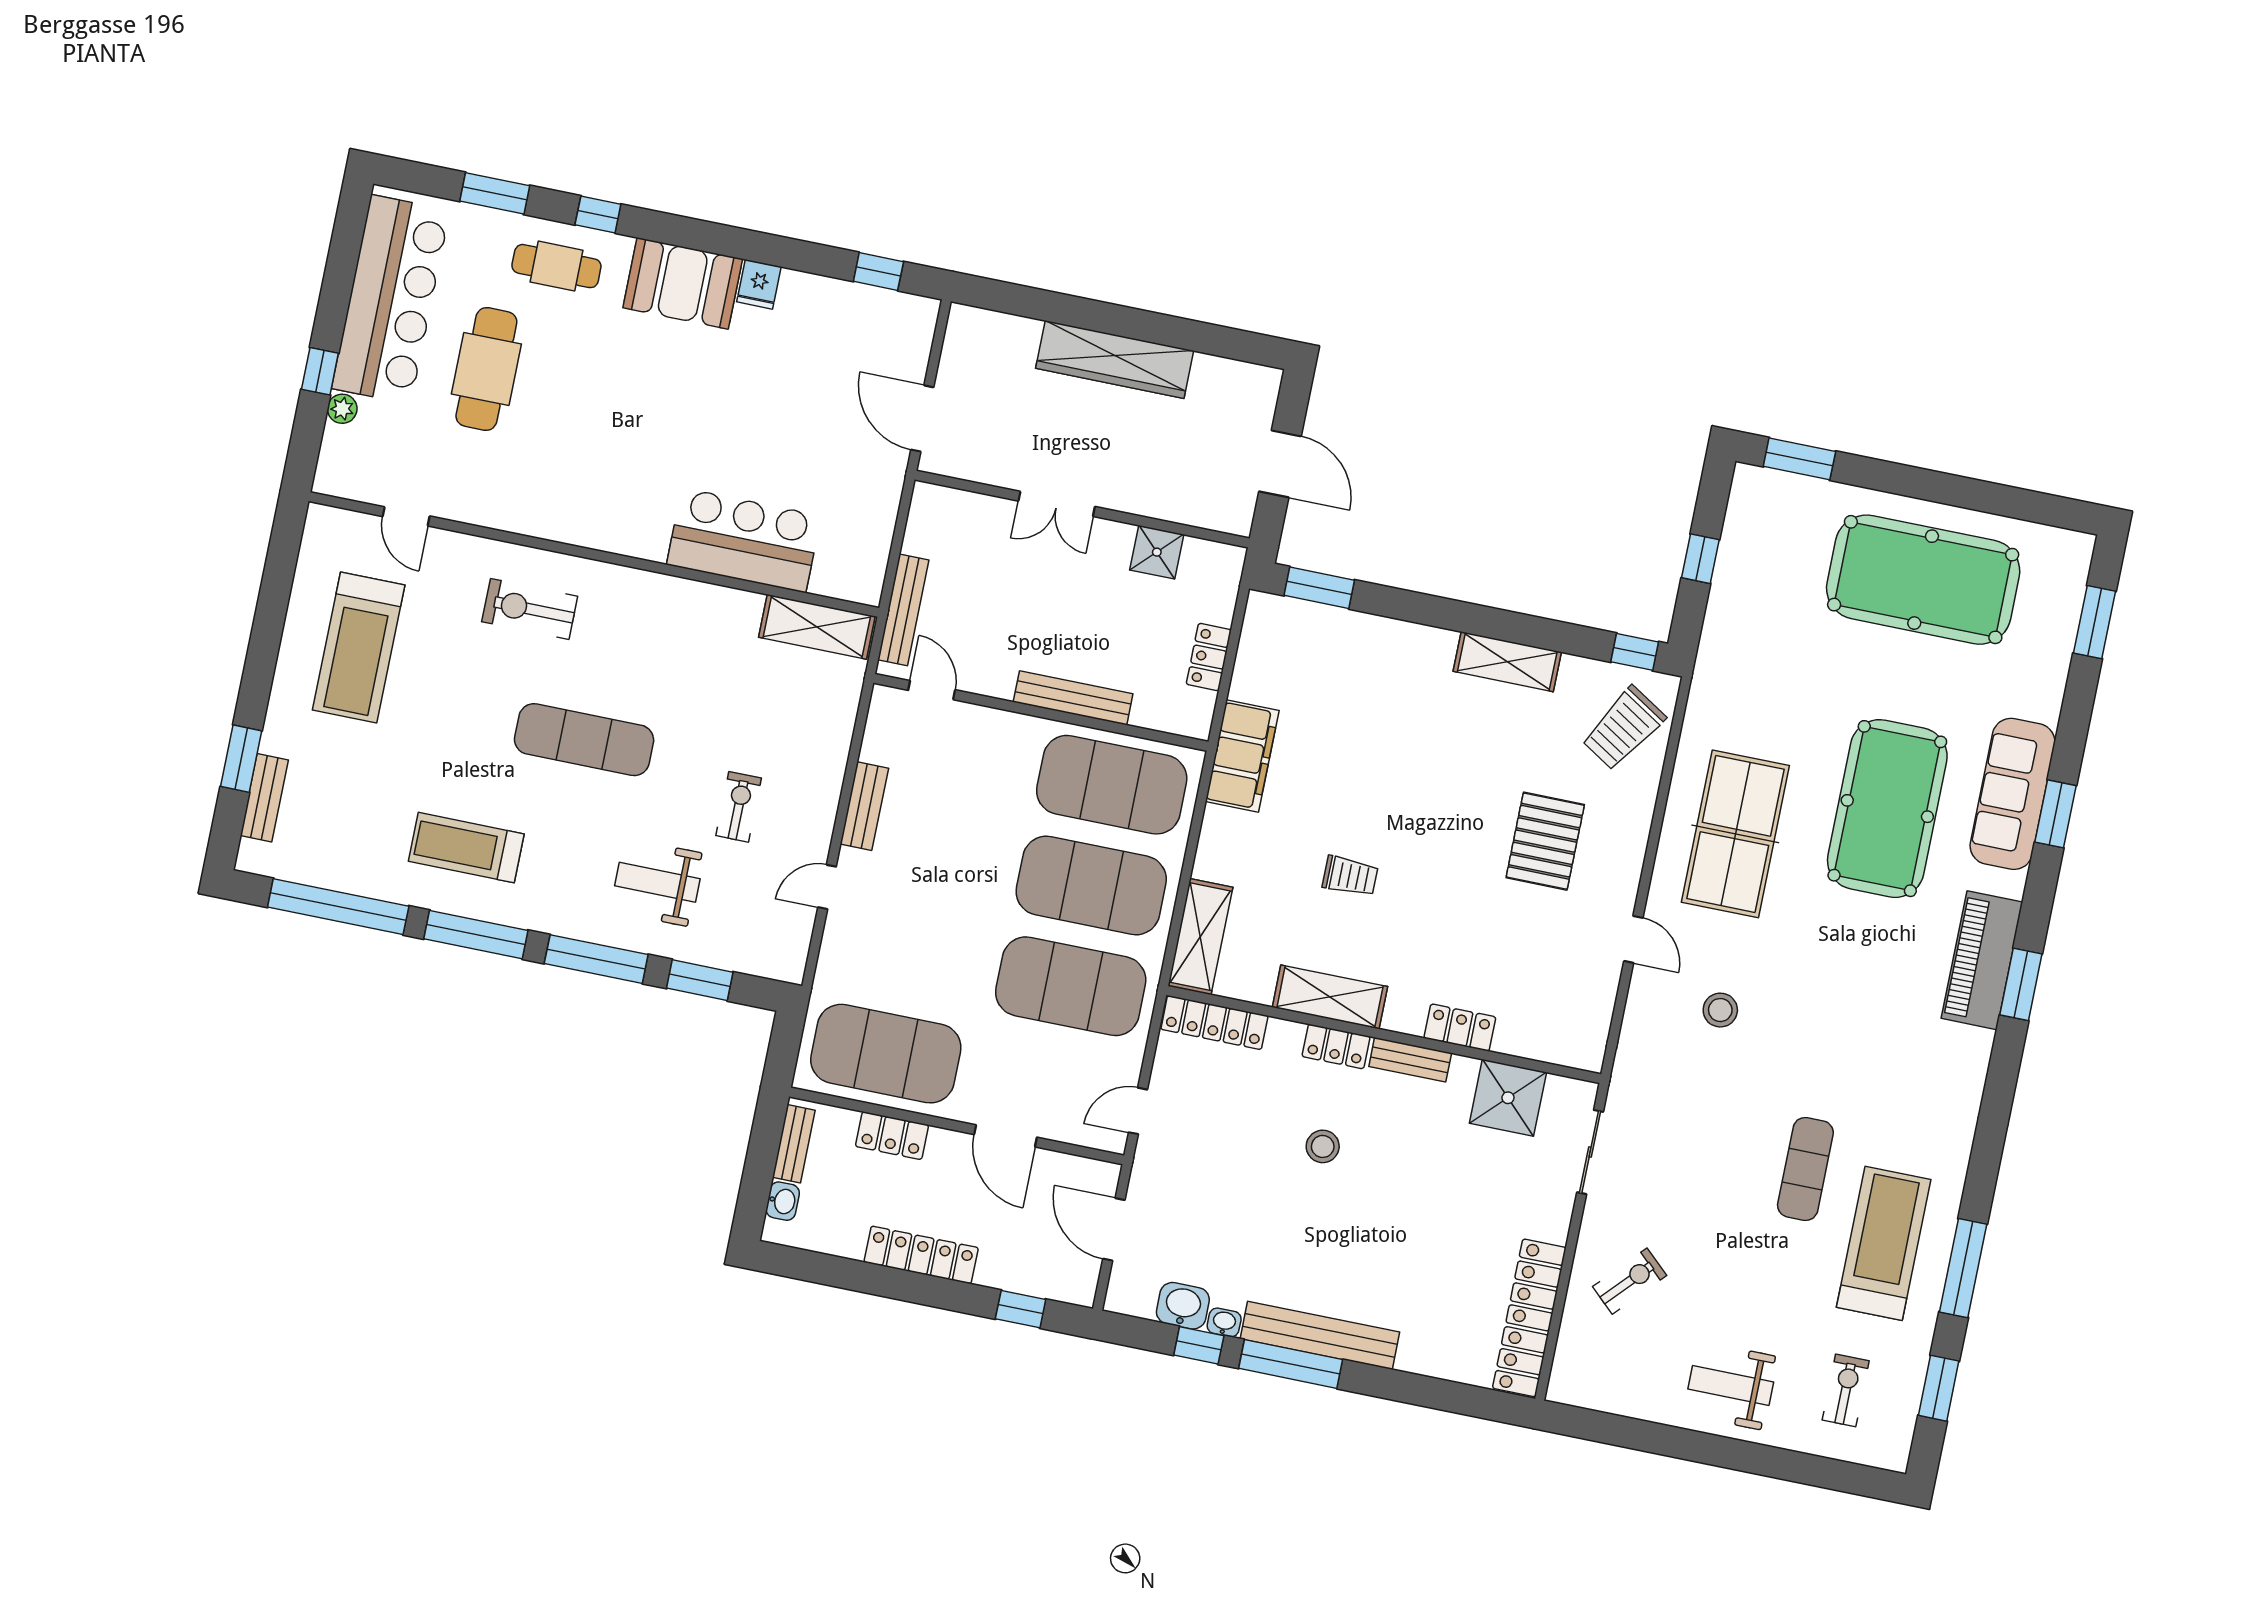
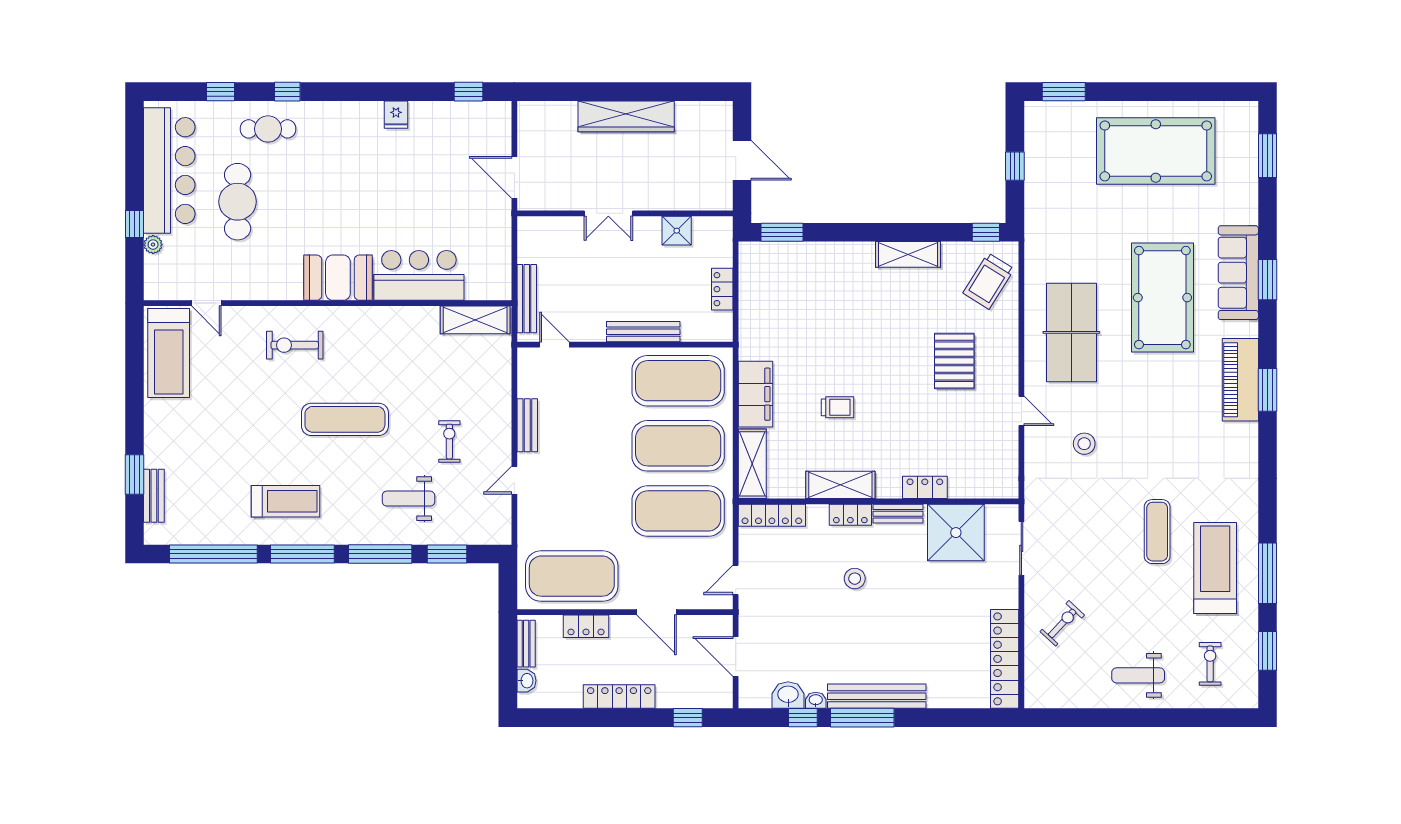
window: (495, 193) -> (221, 92), width x0.67
booth: (683, 283) -> (338, 278), moved
treadmill: (359, 647) -> (169, 353), moved
filing cabinet: (1242, 756) -> (755, 394), moved
treadmill: (466, 848) -> (285, 501), turned 180
shower: (1508, 1098) -> (956, 533), width x1.37, depth x1.37

